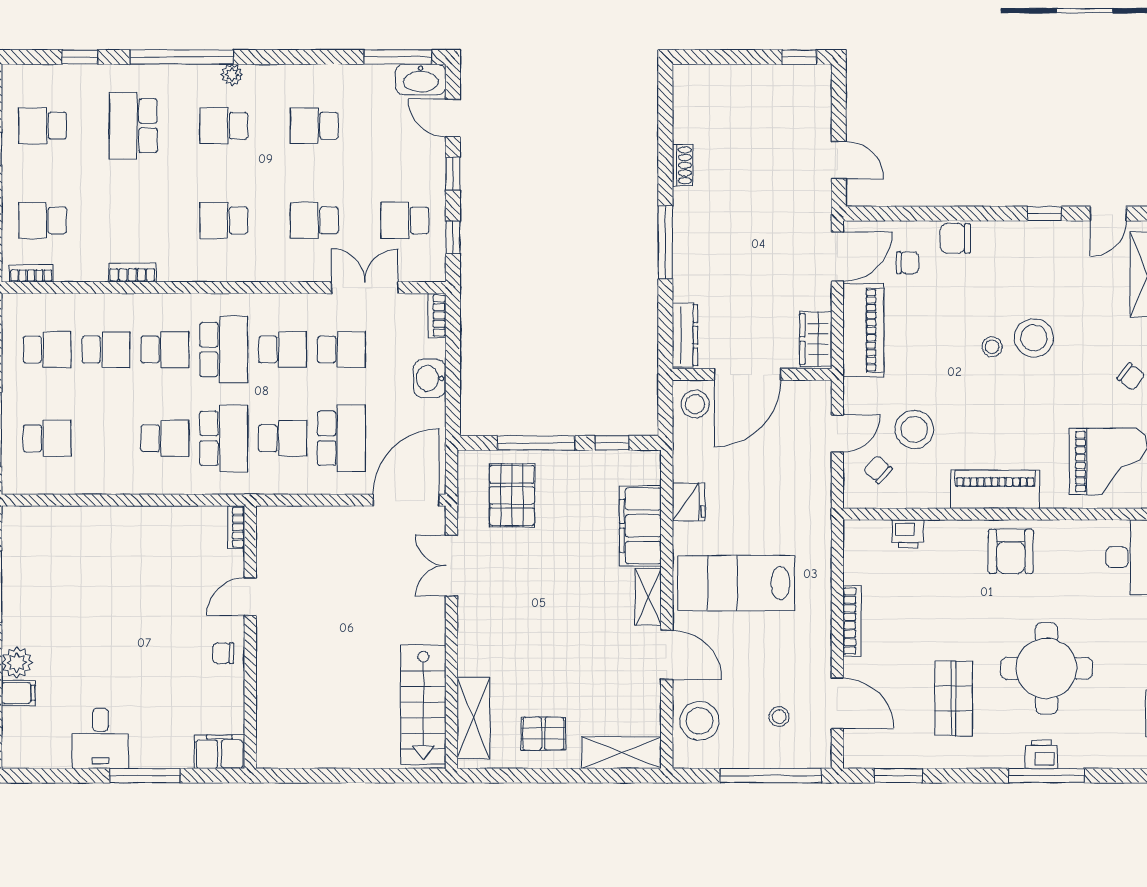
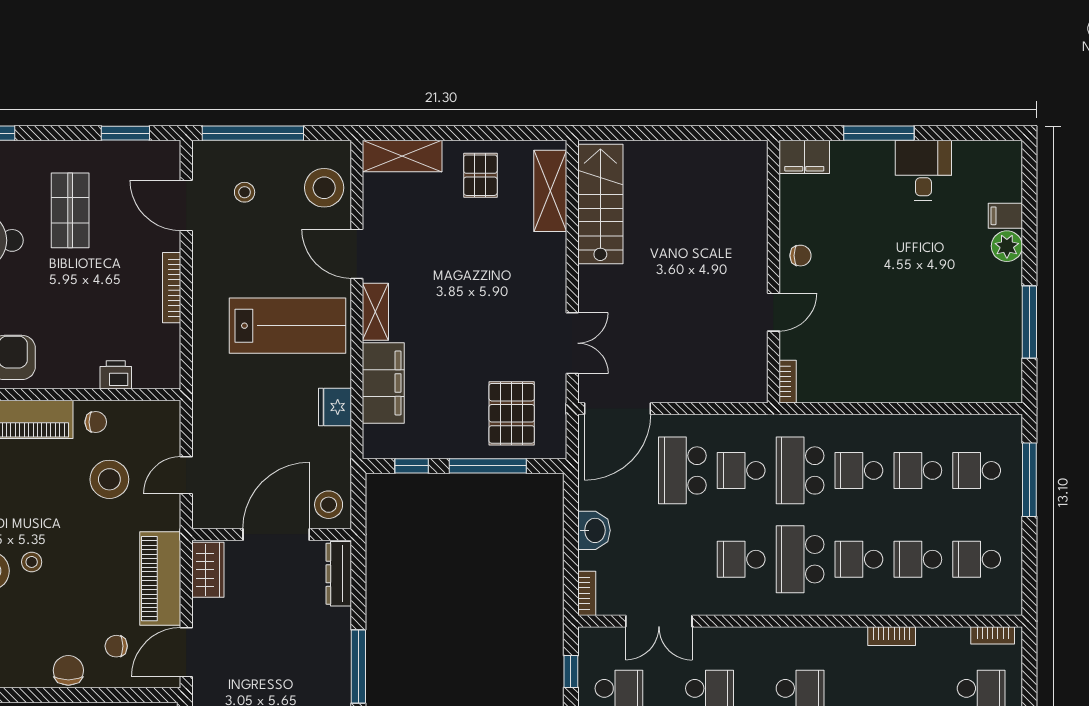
chair: (955, 238) -> (68, 670), turned -90
school desk: (341, 350) -> (918, 470), moved
chair: (878, 469) -> (96, 422), moved, turned -43
pallet: (543, 734) -> (480, 175), turned 90

